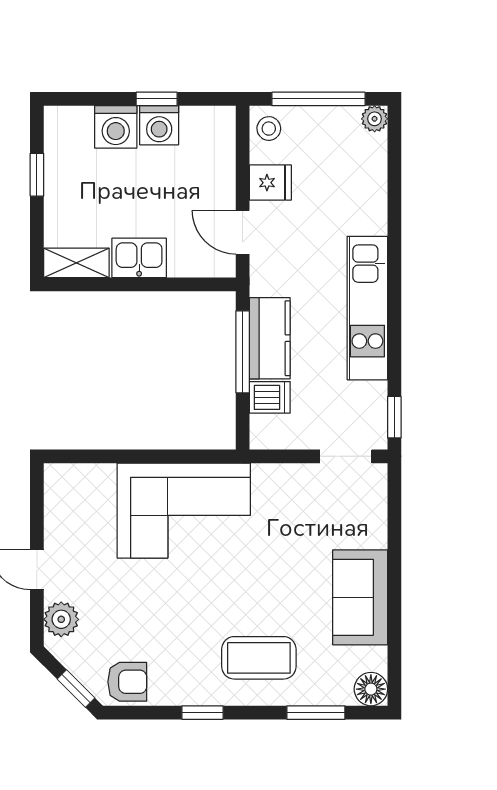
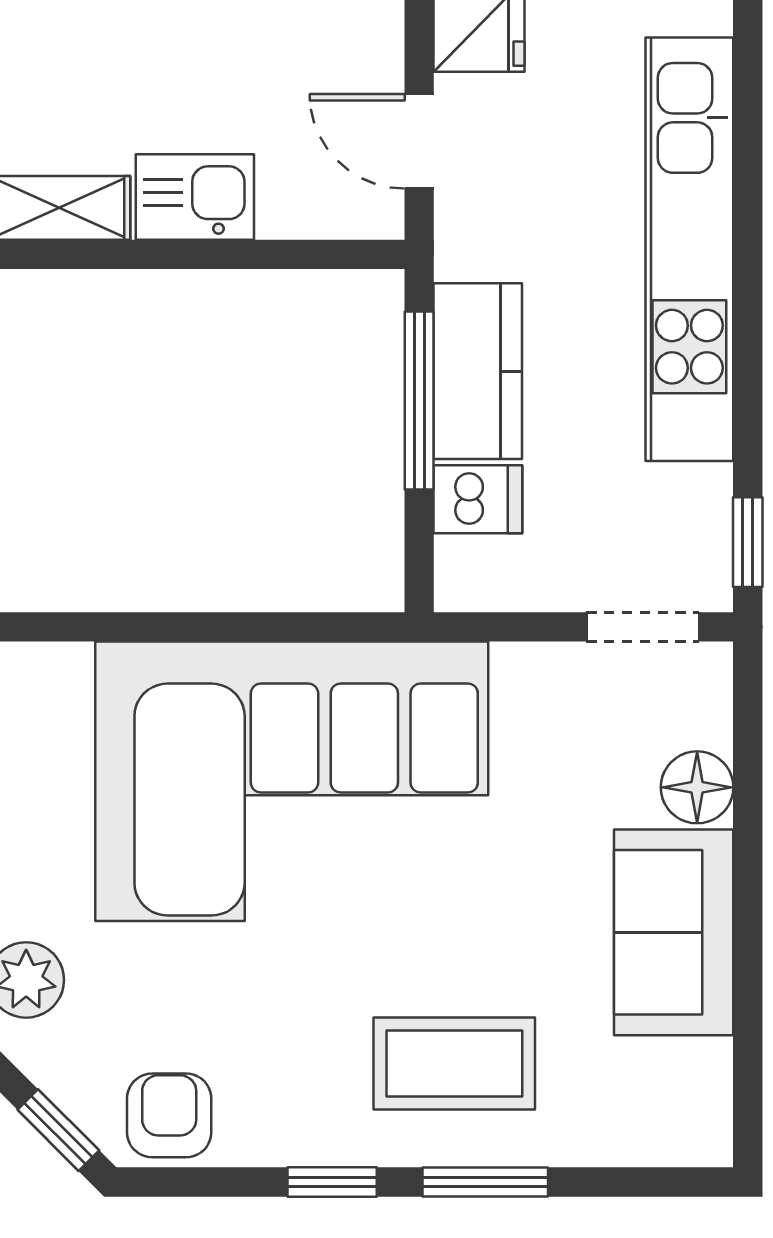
kitchen unit: (367, 308) -> (689, 249), width x1.36
corner sofa: (184, 511) -> (292, 781), width x1.36, depth x1.36
armchair: (127, 682) -> (169, 1115), turned -90
floor lamp: (371, 689) -> (697, 787), moved
window: (316, 713) -> (485, 1182), moved

